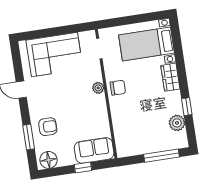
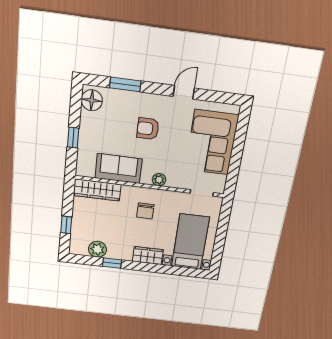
chair: (118, 88) -> (145, 211), moved
armchair: (48, 127) -> (148, 129), moved, turned 90
wardrobe: (122, 137) -> (97, 190), added
sofa: (94, 150) -> (119, 169), moved, turned -90
window: (161, 156) -> (66, 225), width x0.46

